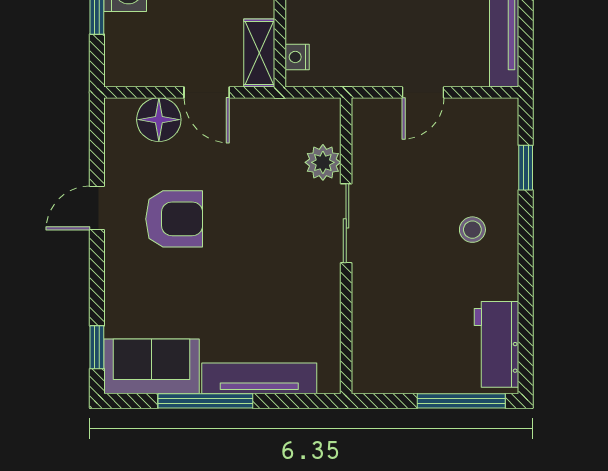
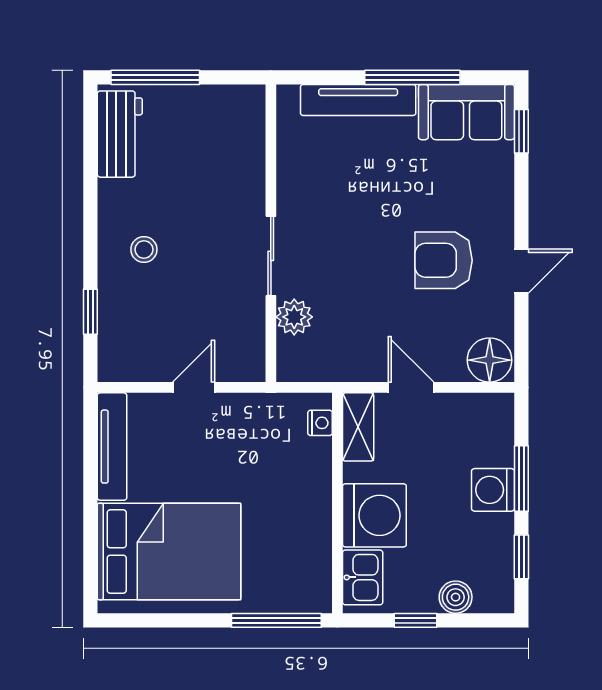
floor lamp: (159, 120) -> (490, 360), moved

